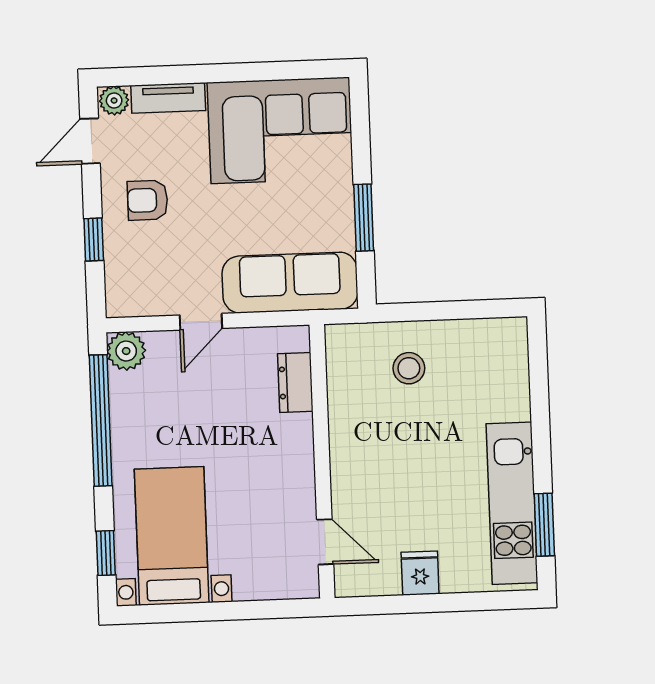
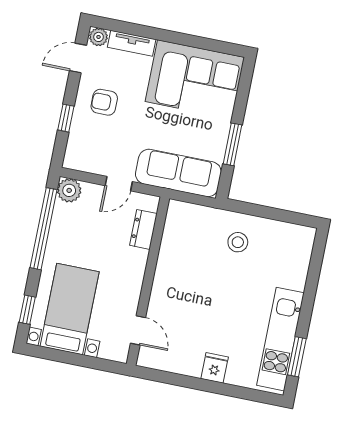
dresser: (295, 382) -> (143, 229), moved
wall: (322, 461) -> (148, 281), moved
door: (325, 542) -> (138, 330), moved

